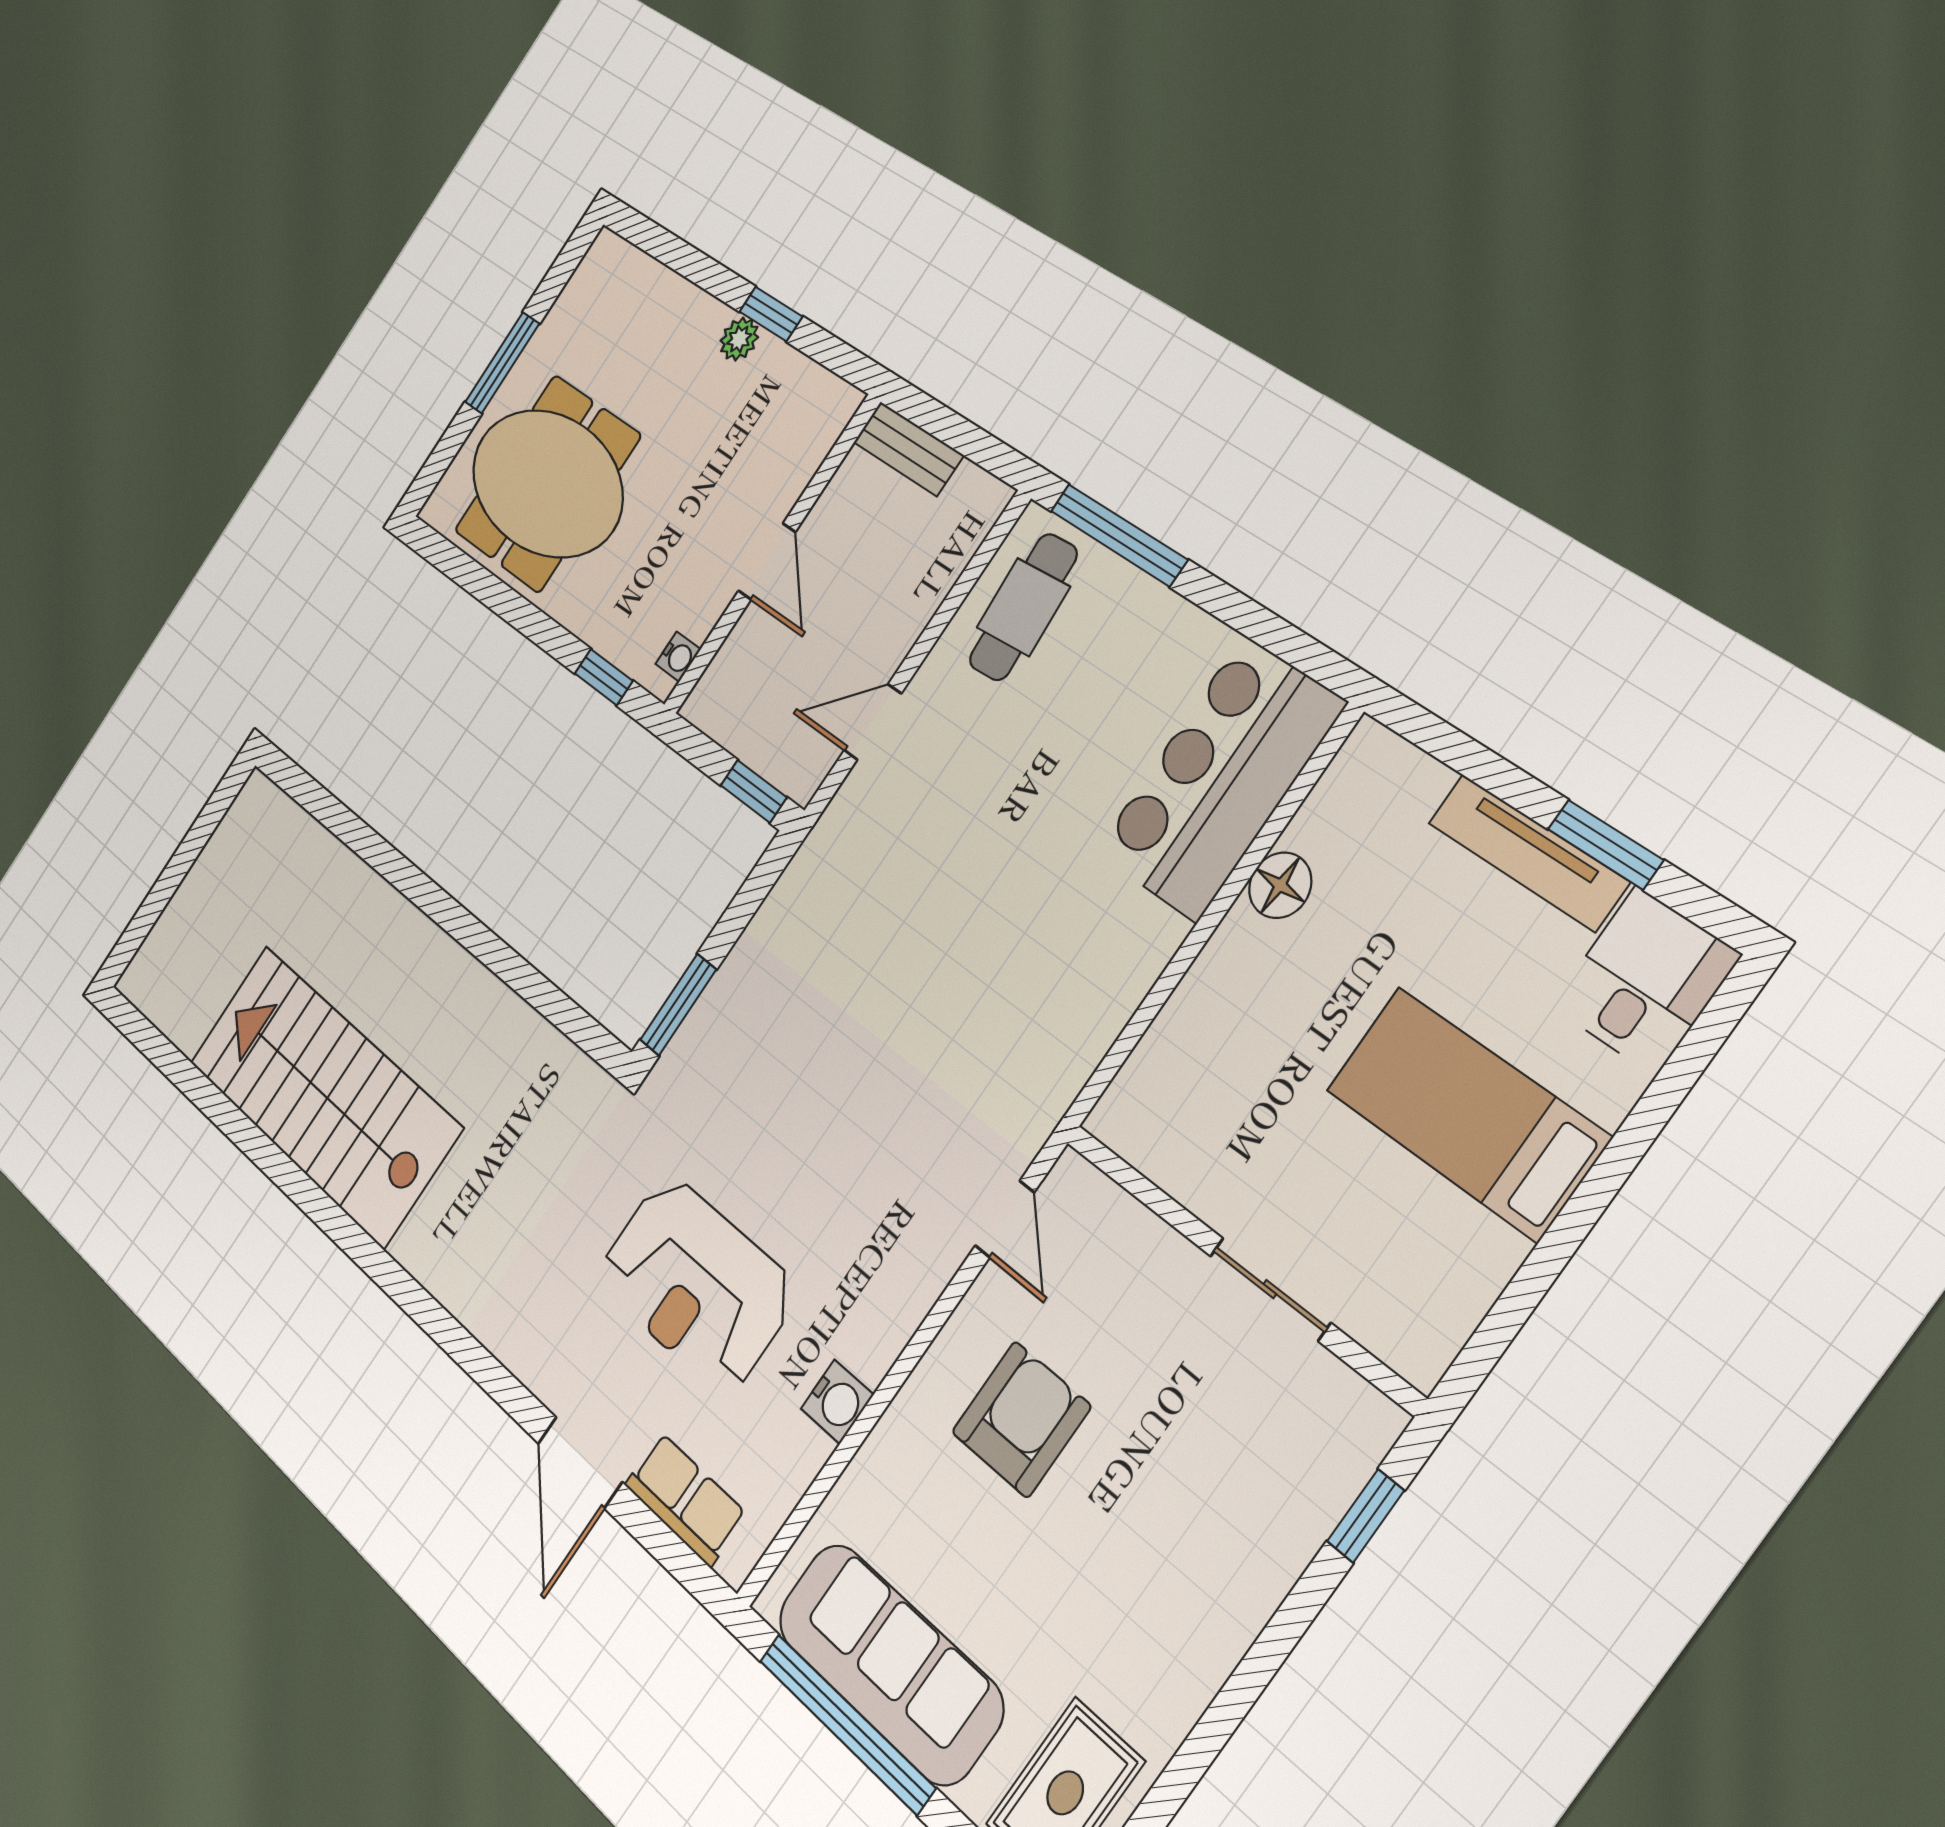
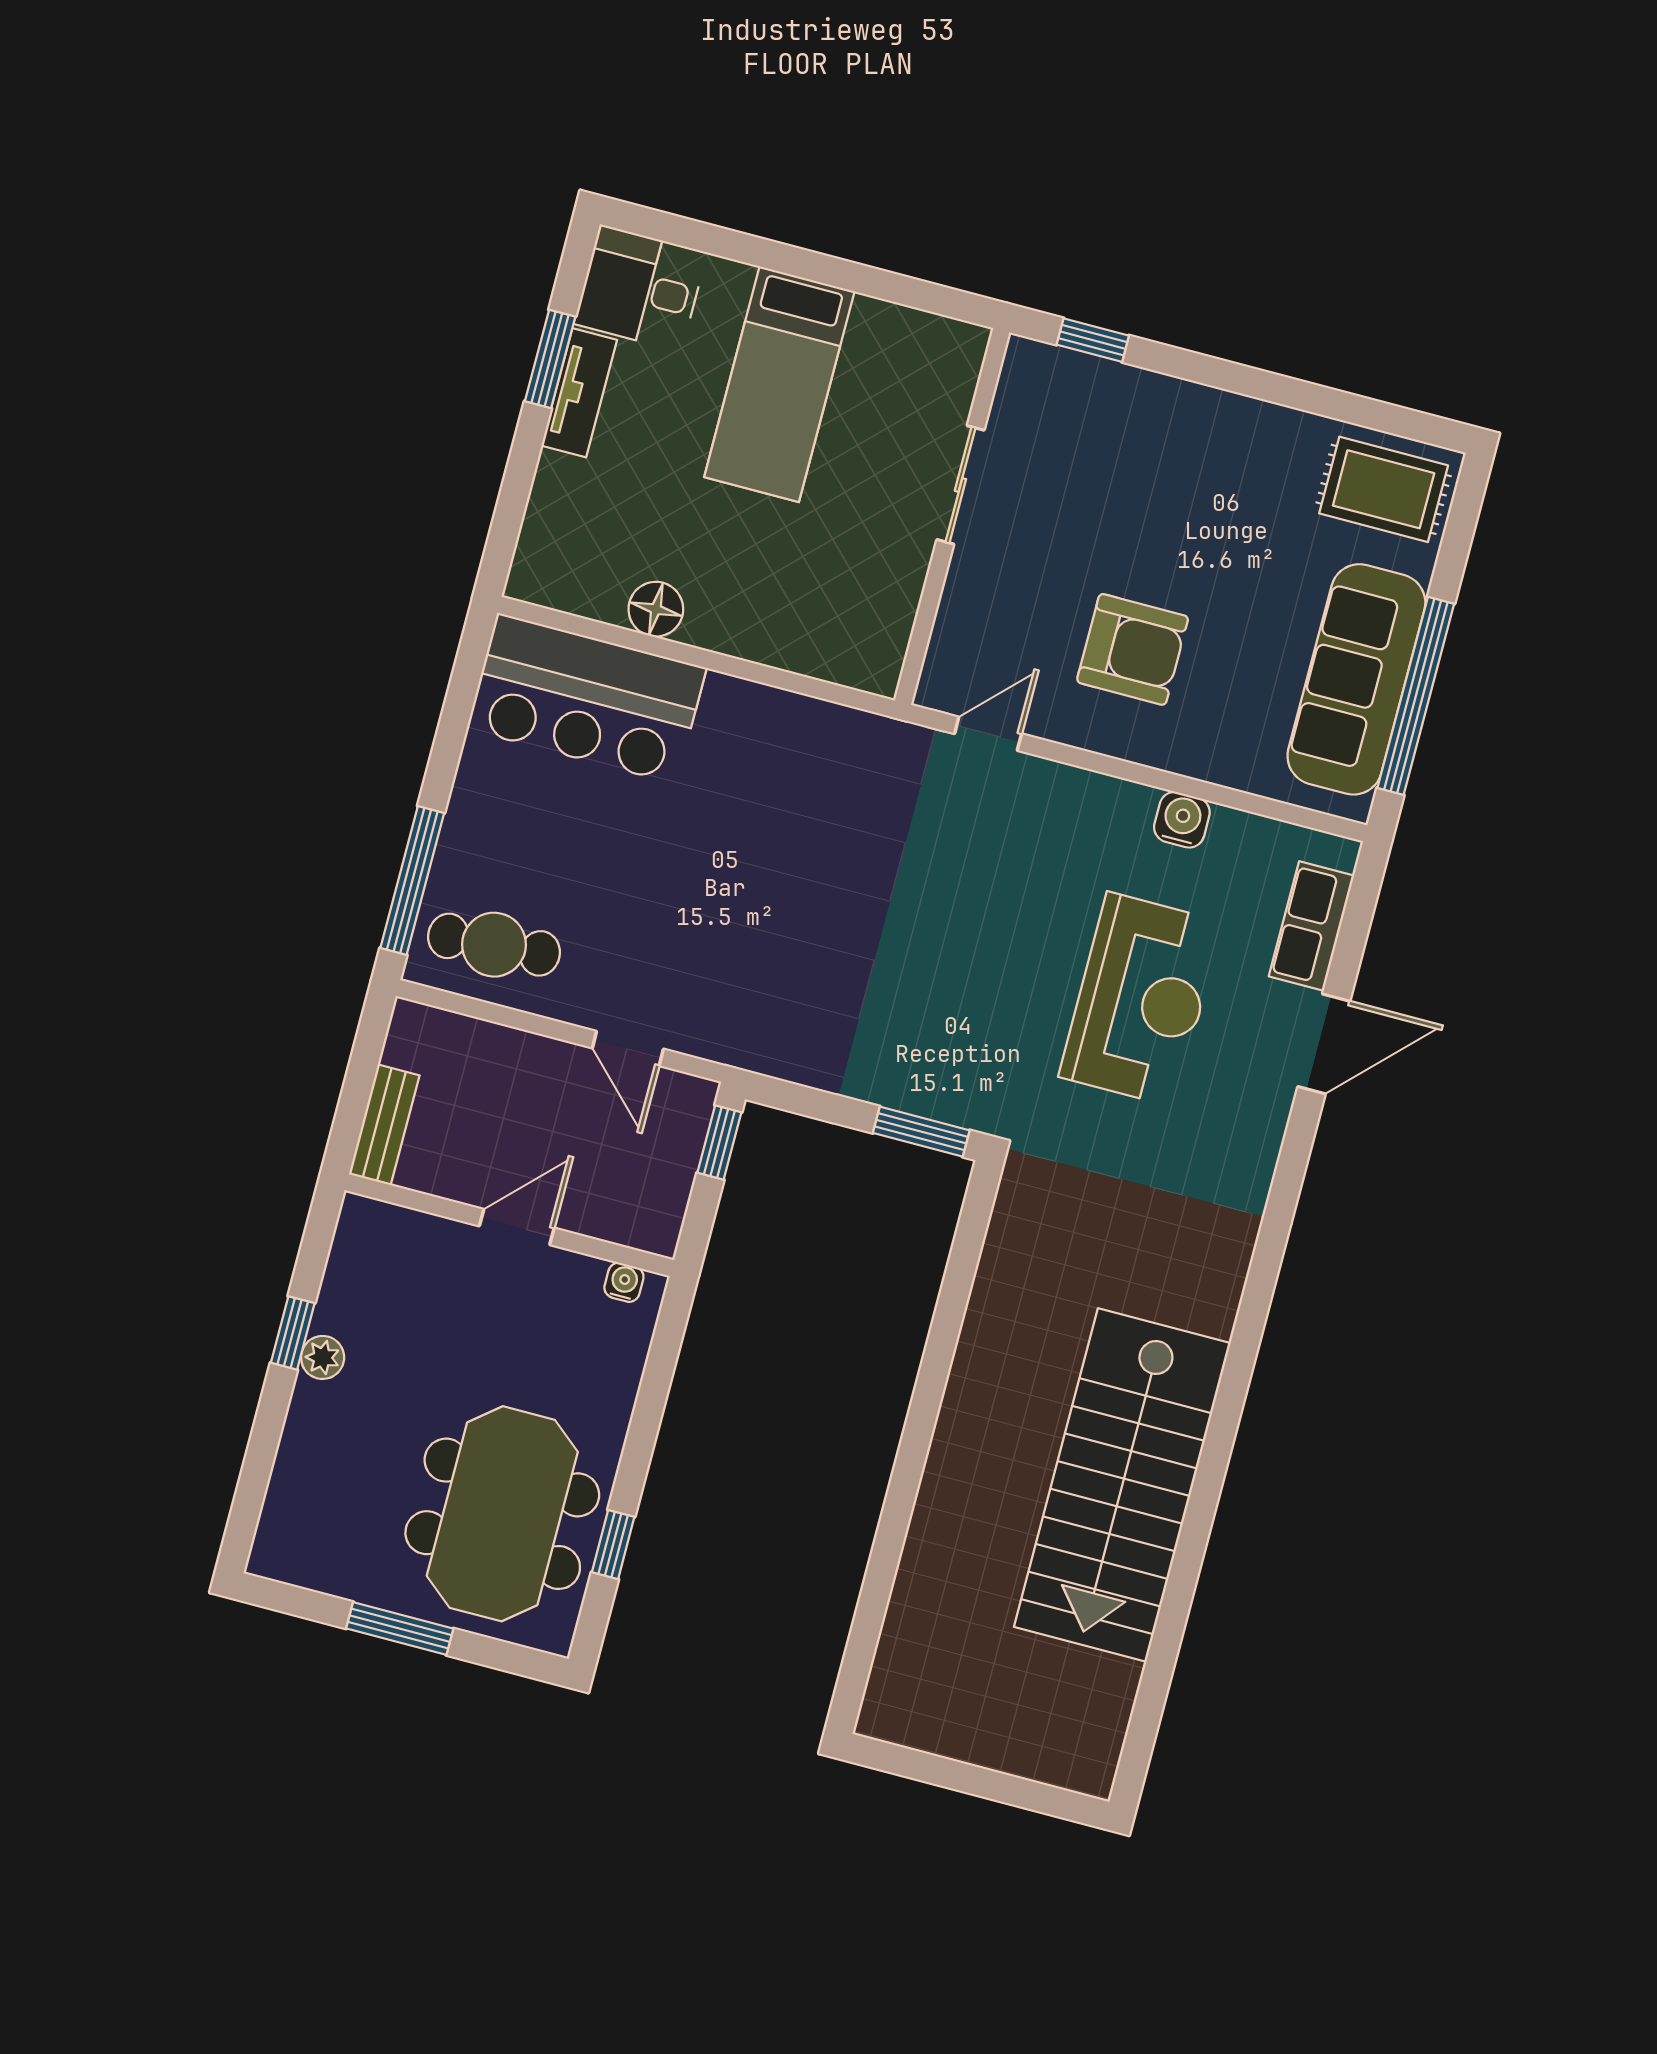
window: (604, 677) -> (613, 1545), moved
tv unit: (1528, 852) -> (579, 393), width x0.71
armchair: (1021, 1419) -> (1133, 649), turned 180

